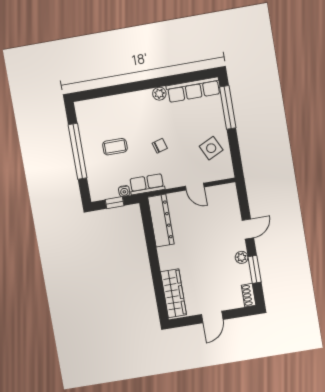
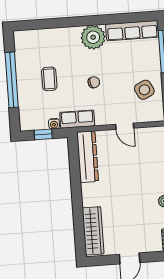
plant: (159, 94) -> (93, 37), width x1.87, depth x1.87
coffee table: (115, 147) -> (49, 79), turned 90

